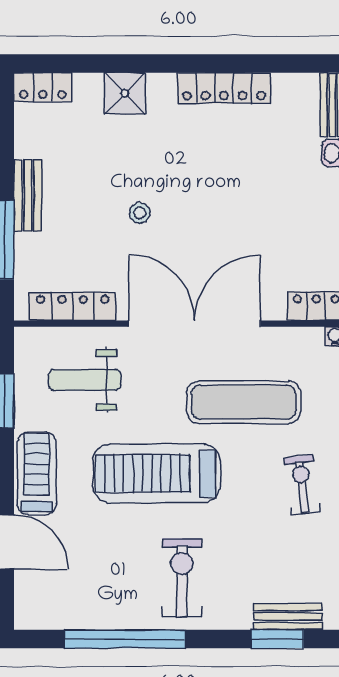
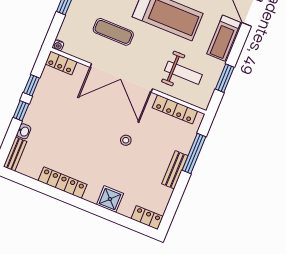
exercise mat: (244, 402) -> (113, 32), width x0.73, depth x0.69

